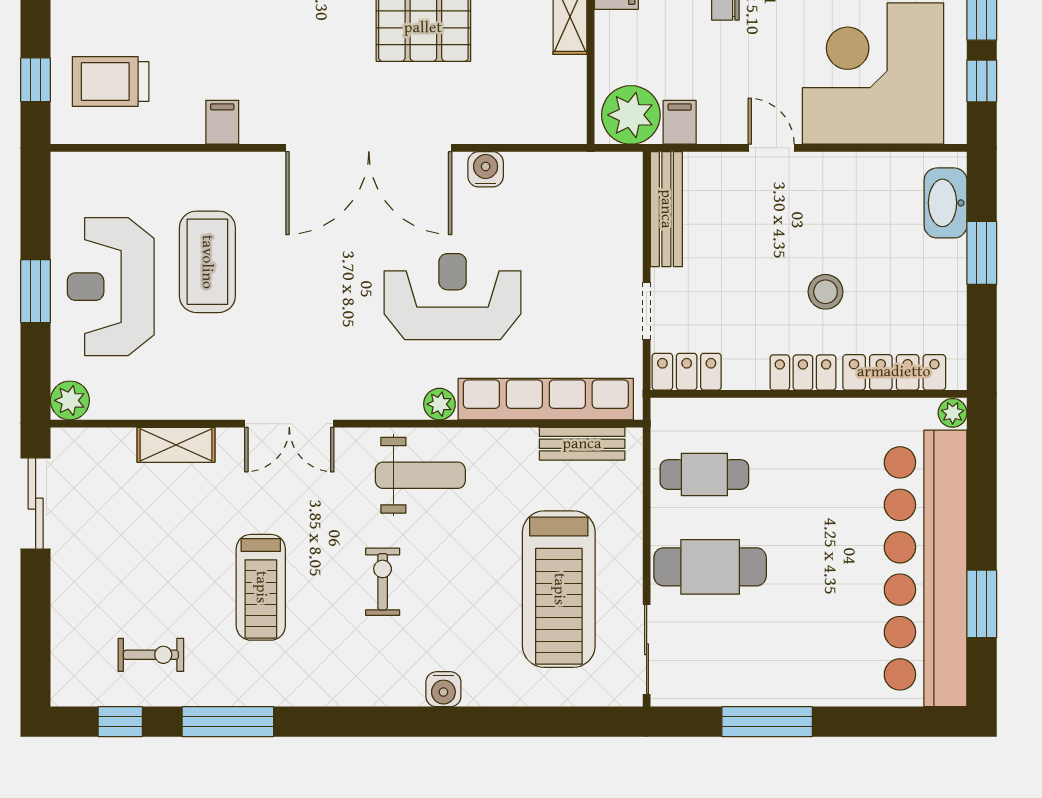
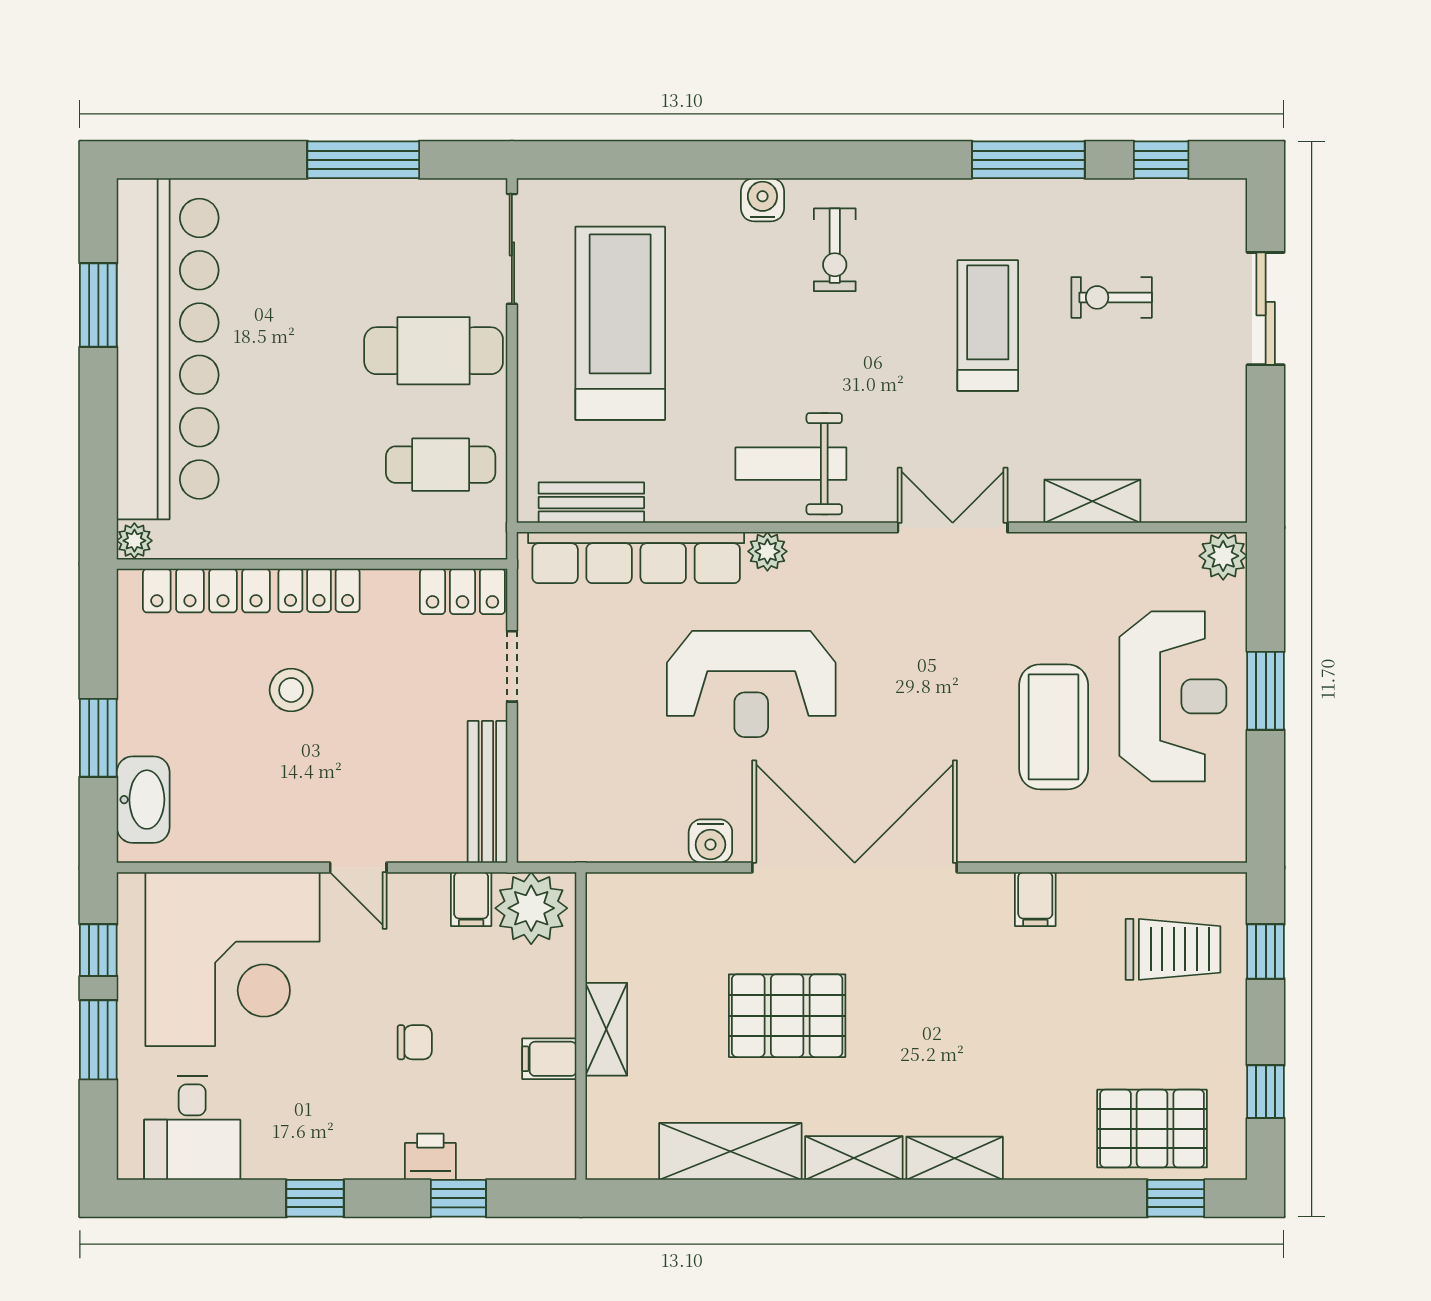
sliding door: (36, 504) -> (1266, 309), moved
exercise bike: (383, 582) -> (835, 250), moved
exercise bike: (151, 655) -> (1112, 297), moved

